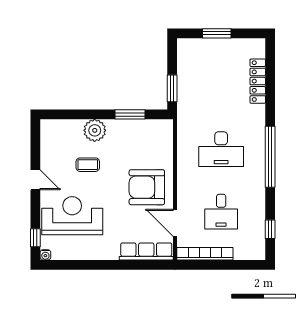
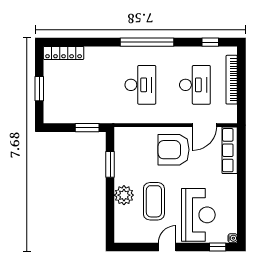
locker: (258, 81) -> (64, 53), moved
coffee table: (88, 165) -> (154, 201), width x1.86, depth x1.72
armchair: (147, 187) -> (174, 150), turned 90
desk: (221, 212) -> (195, 85), width x1.37
reception desk: (72, 216) -> (198, 215), turned 180
bookcase: (205, 254) -> (232, 80), moved

